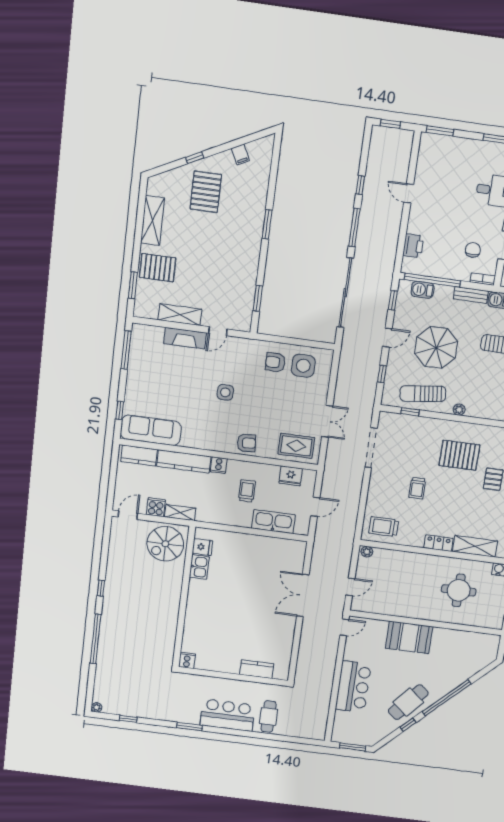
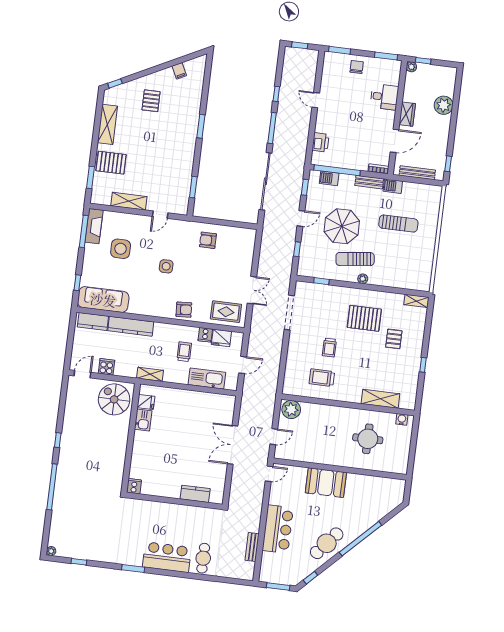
window: (195, 158) -> (115, 83), moved
pallet: (206, 192) -> (151, 101), width x0.67, depth x0.71
chair: (473, 250) -> (357, 67), moved
fireplace: (185, 338) -> (94, 226), moved, turned -90
side table: (303, 366) -> (121, 249), moved
sun lounger: (423, 394) -> (355, 259), moved
cooker: (219, 465) -> (205, 335), moved
shelving: (180, 513) -> (150, 374), moved
trolley: (384, 527) -> (322, 378), moved
locker: (438, 543) -> (349, 396), removed
spiral stairs: (165, 544) -> (114, 399), turned 90
plant: (367, 552) -> (291, 409), width x1.87, depth x1.87
cooker: (187, 660) -> (134, 486), moved
kitchen counter: (257, 669) -> (195, 494), moved
wall: (233, 676) -> (174, 501), moved
bench: (324, 705) -> (252, 547), added
window: (408, 725) -> (310, 578), moved

